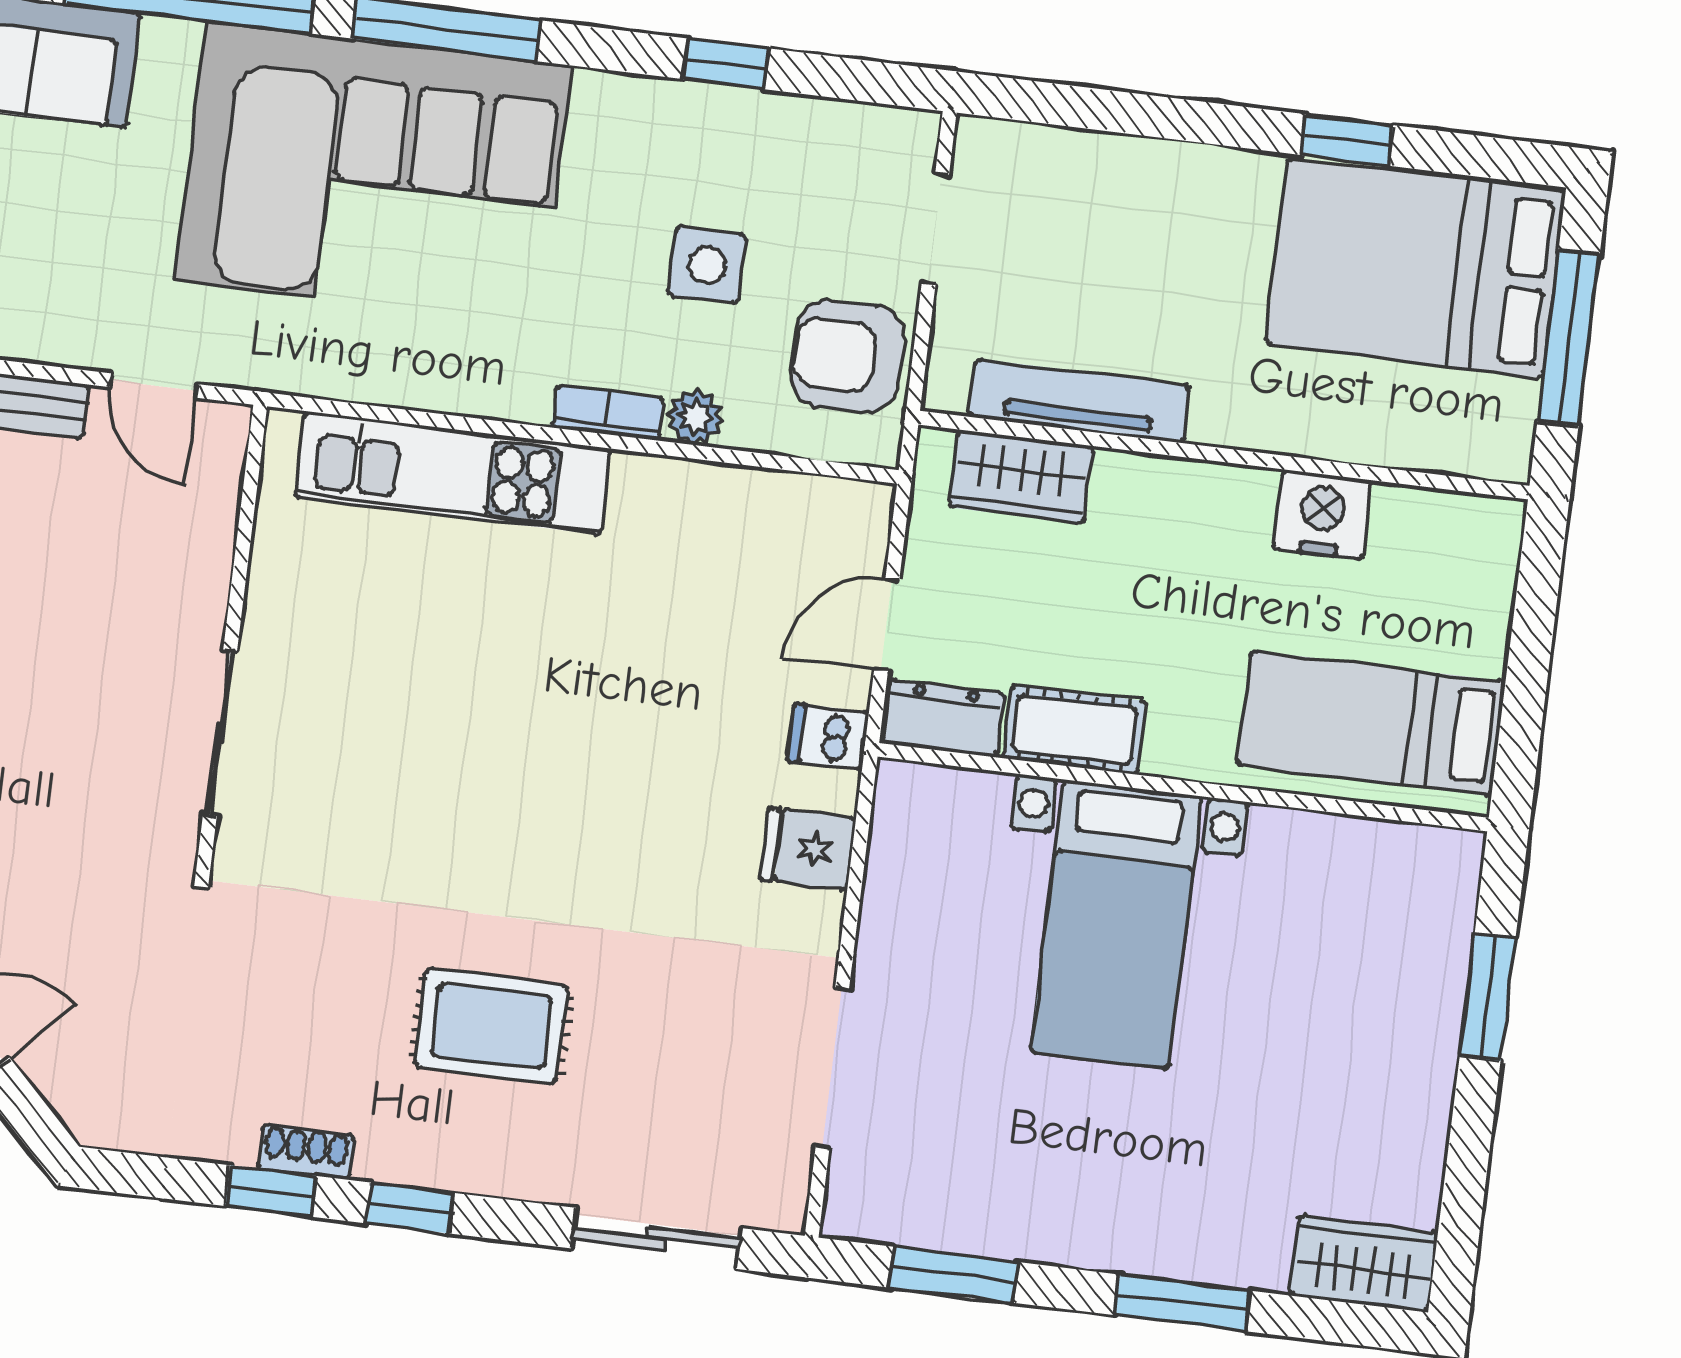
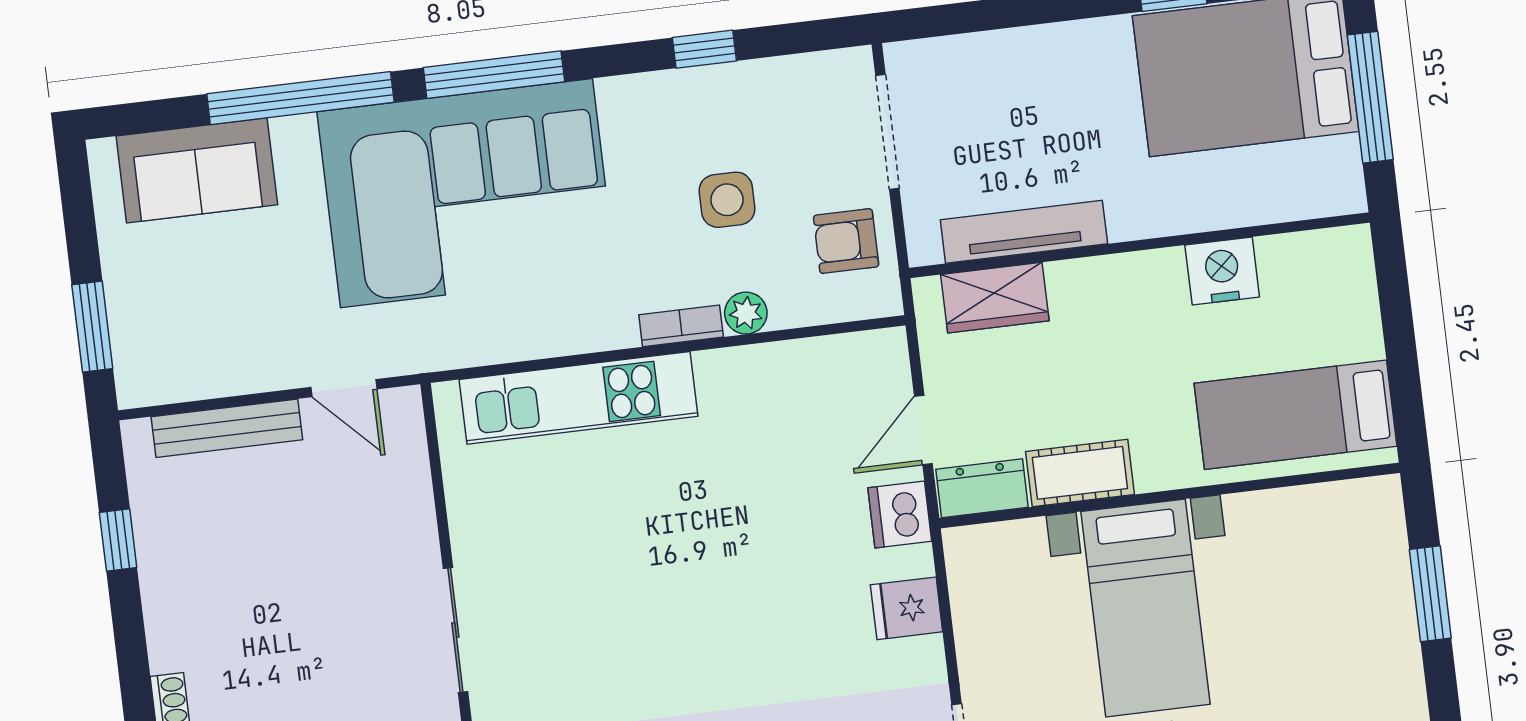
doorway: (935, 229) -> (887, 132), width x1.38
armchair: (847, 356) -> (846, 241), width x0.72, depth x0.72
dishwasher: (828, 737) -> (900, 515), width x1.38

